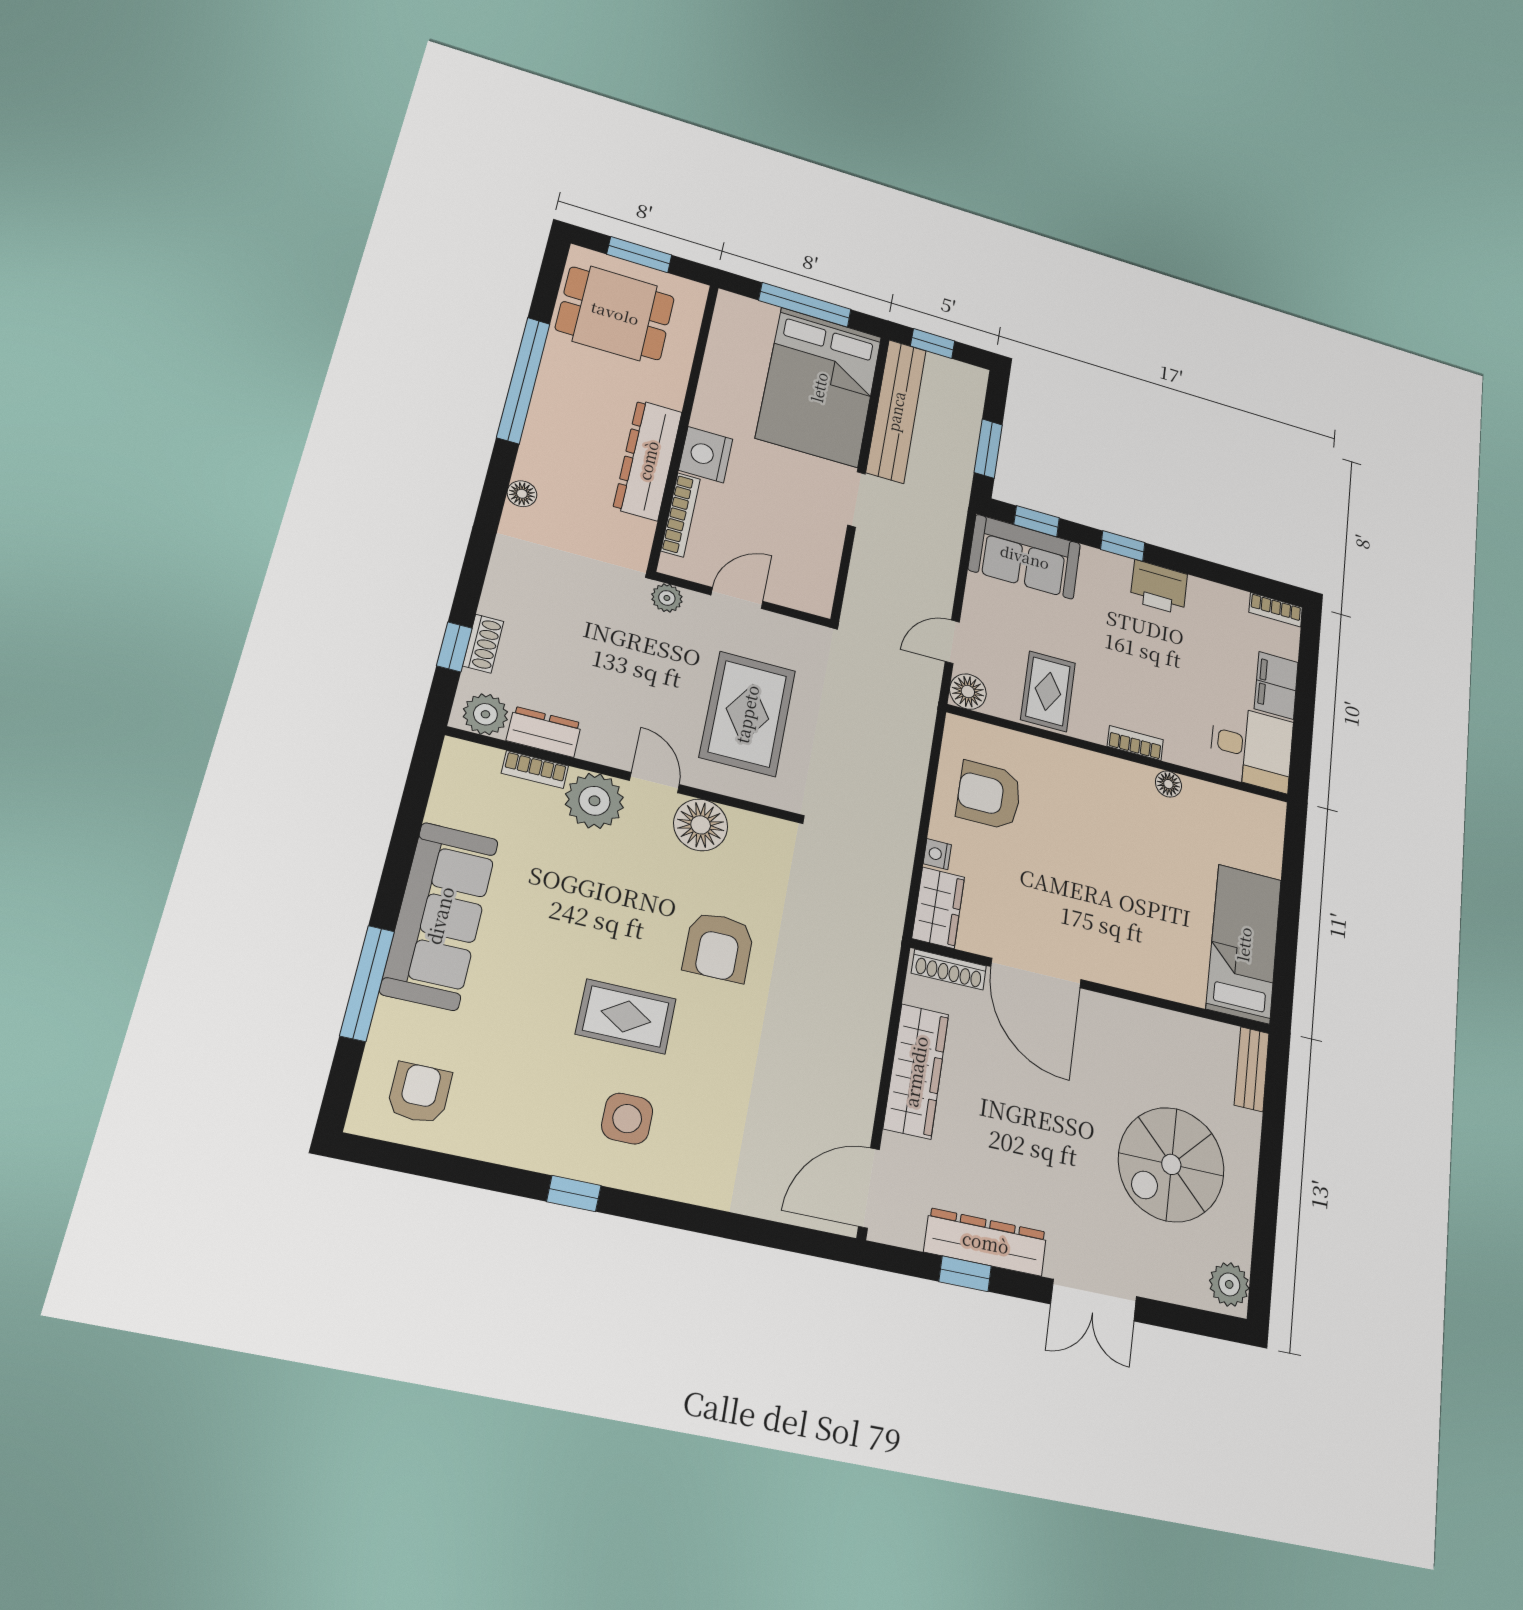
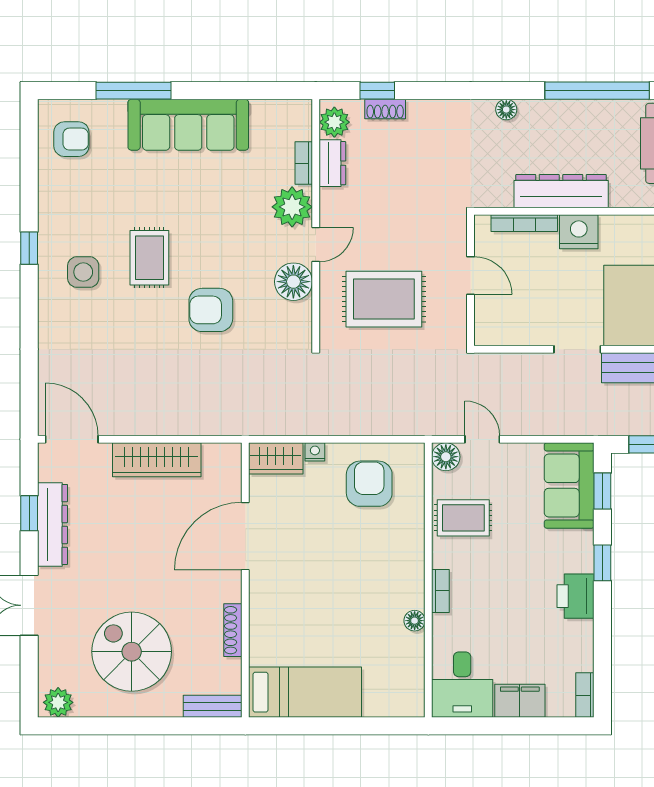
plant: (667, 598) -> (456, 226), removed
shoe rack: (949, 970) -> (233, 630), moved

